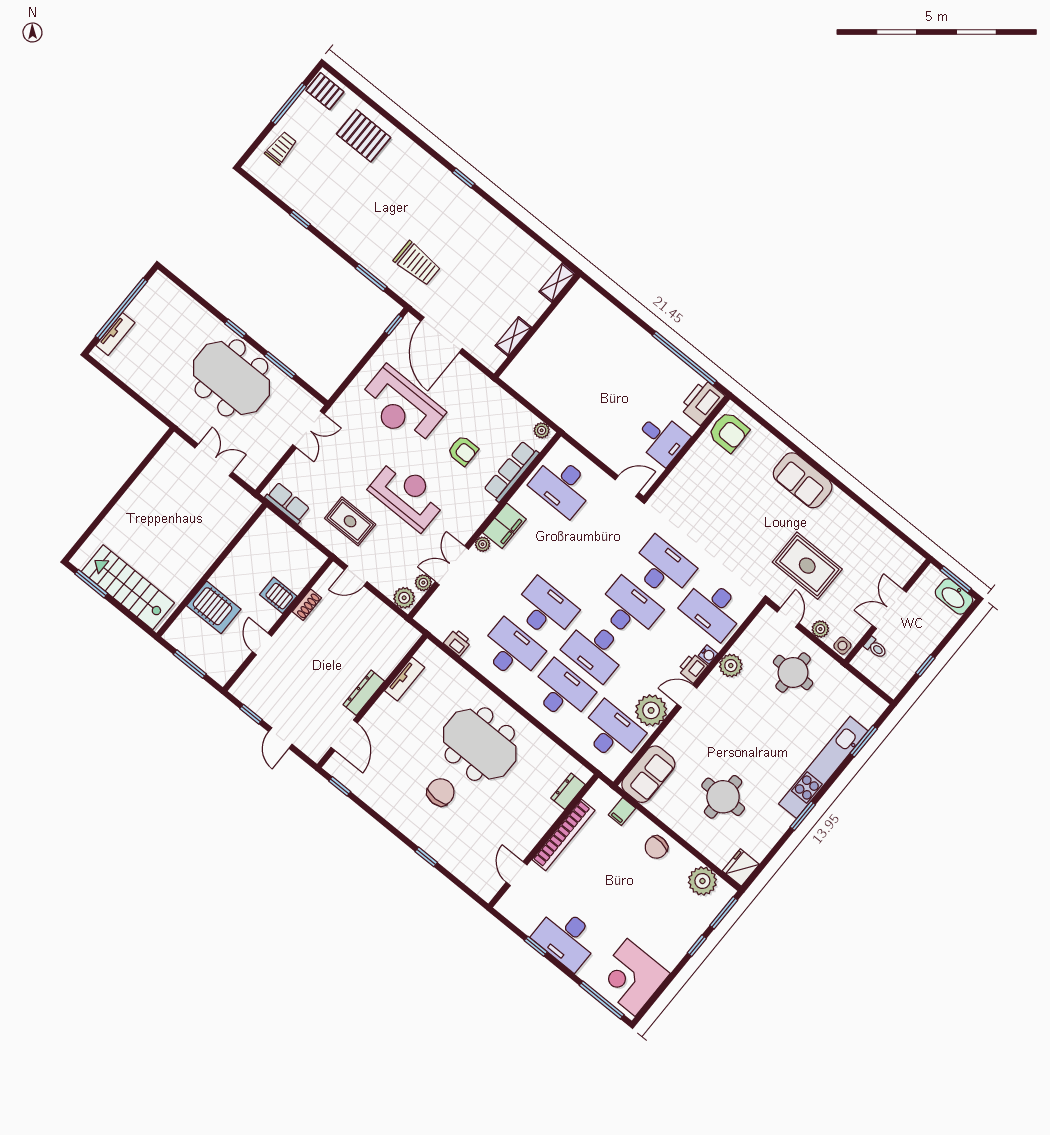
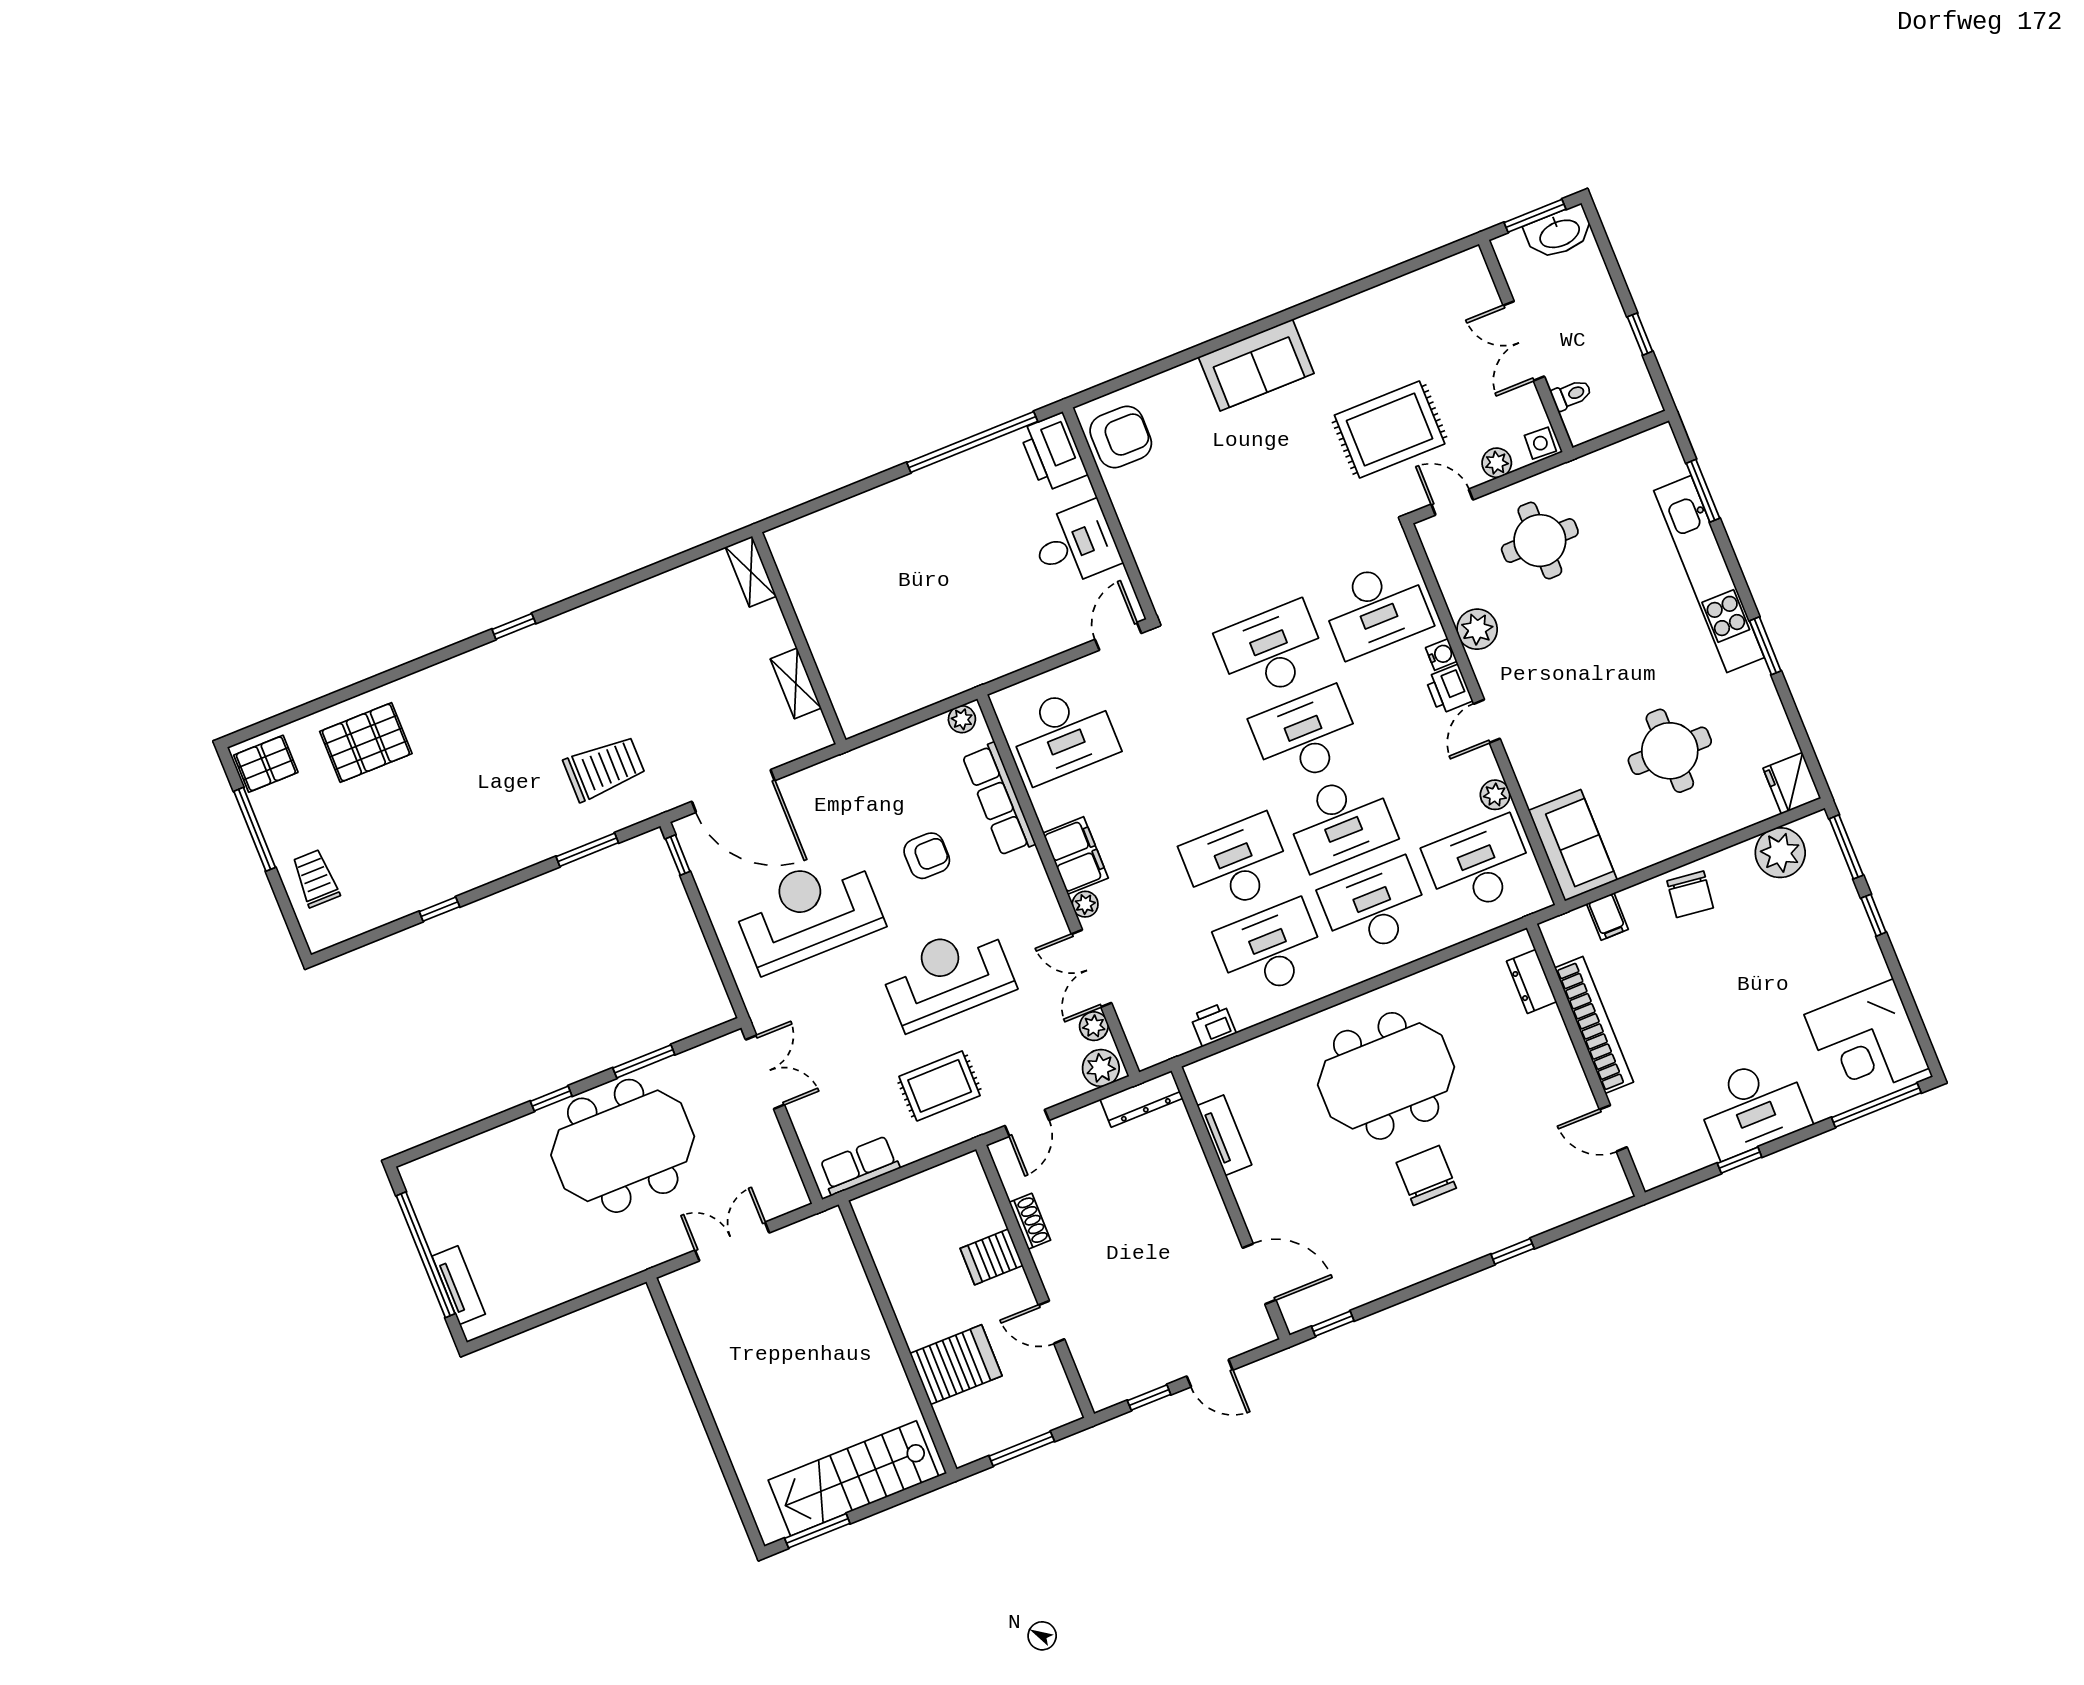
reception desk: (401, 406) -> (808, 912), turned 180
dresser: (364, 693) -> (1141, 1099), moved, turned -90
plant: (651, 710) -> (1495, 795), width x0.53, depth x0.53

